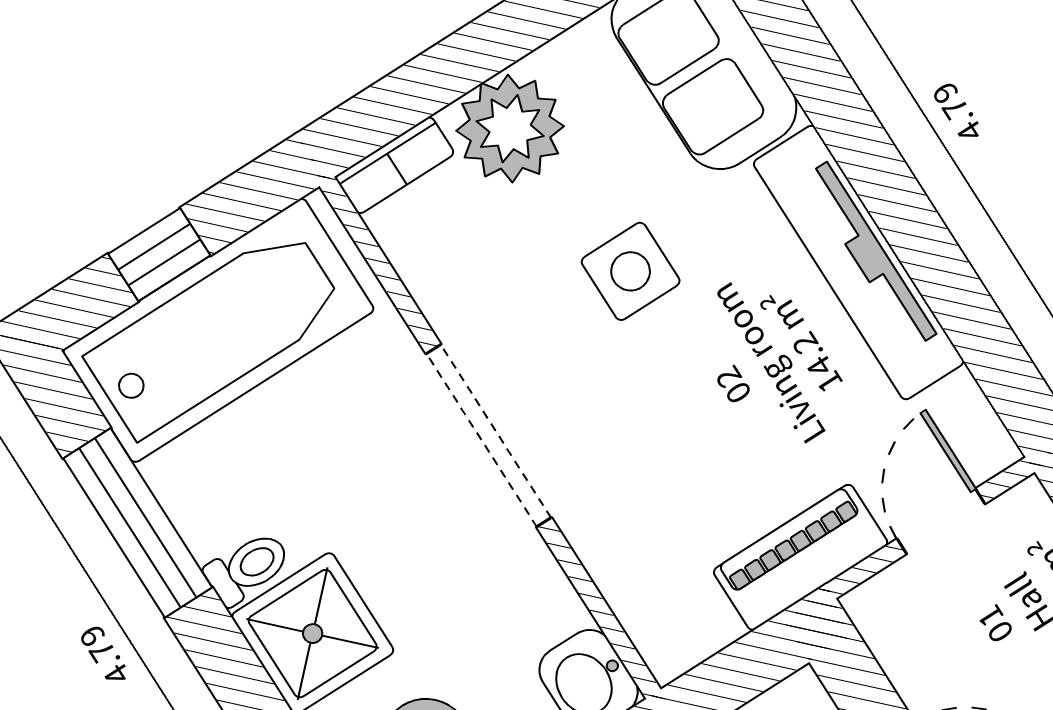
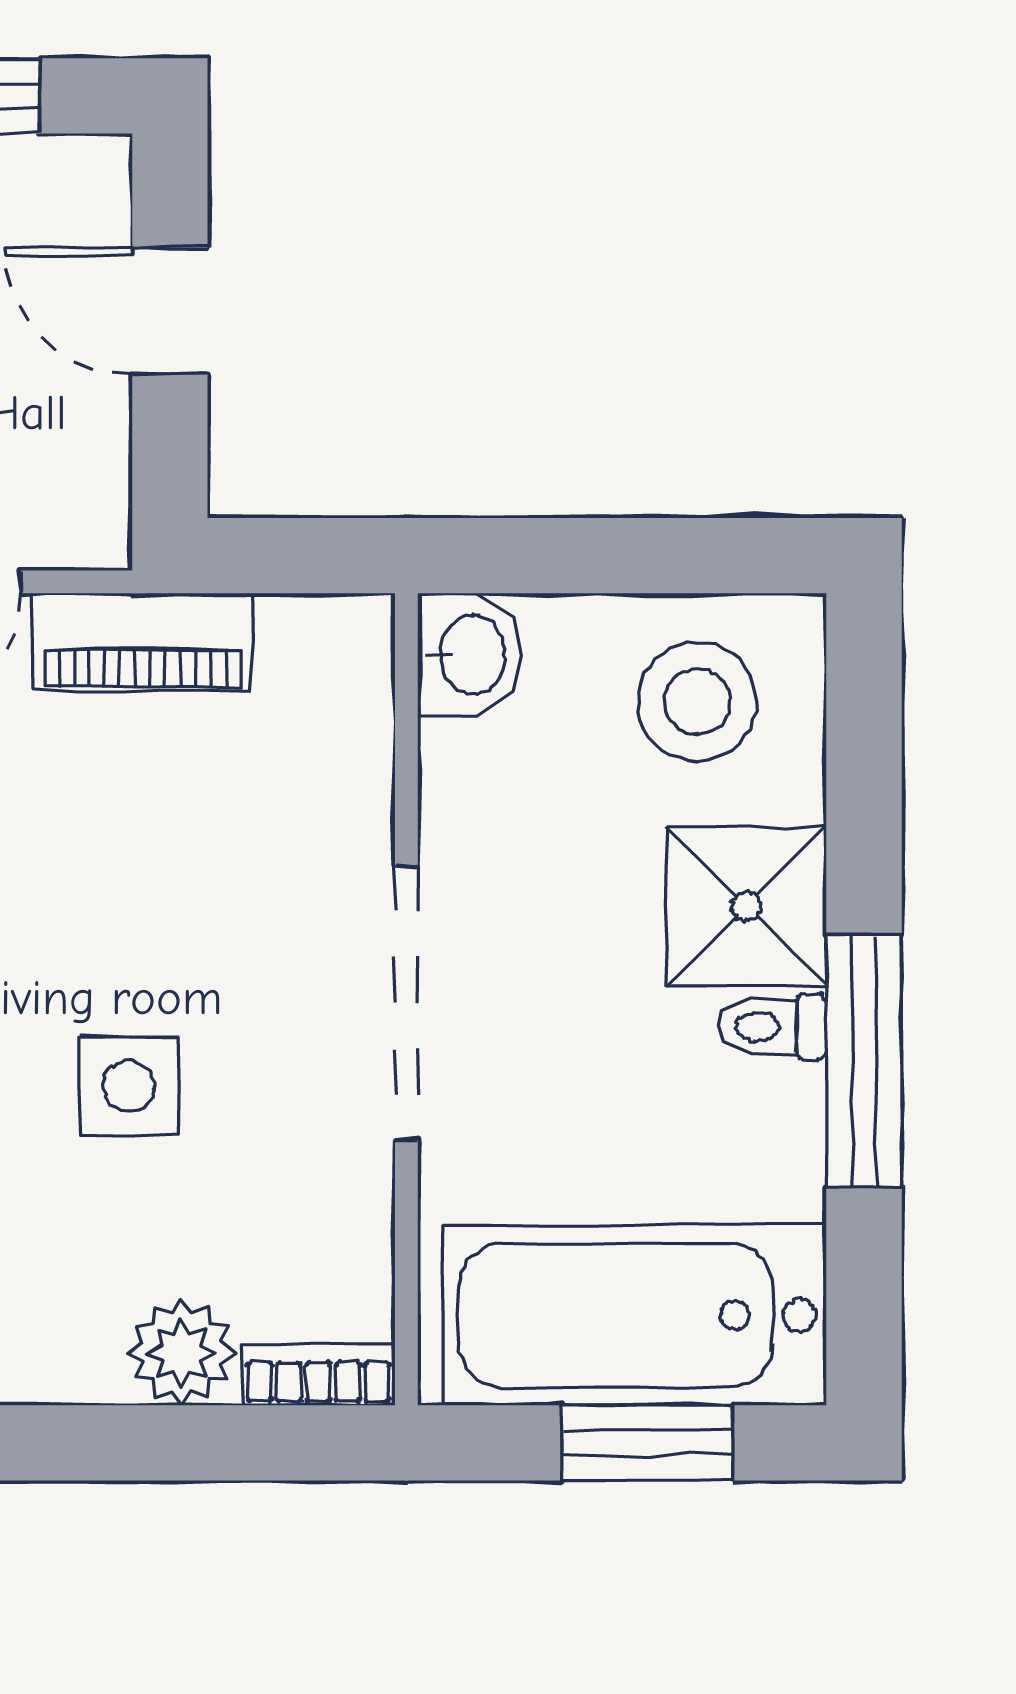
plant: (510, 129) -> (181, 1352), width x0.73, depth x0.73
window: (159, 255) -> (647, 1443), width x1.50
window: (138, 523) -> (864, 1061), moved

